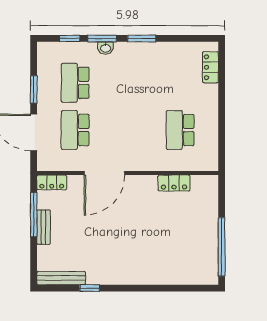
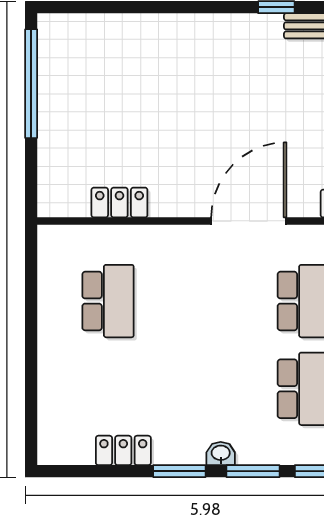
washbasin: (106, 48) -> (221, 454), moved
locker: (210, 67) -> (123, 450), moved, turned -90

